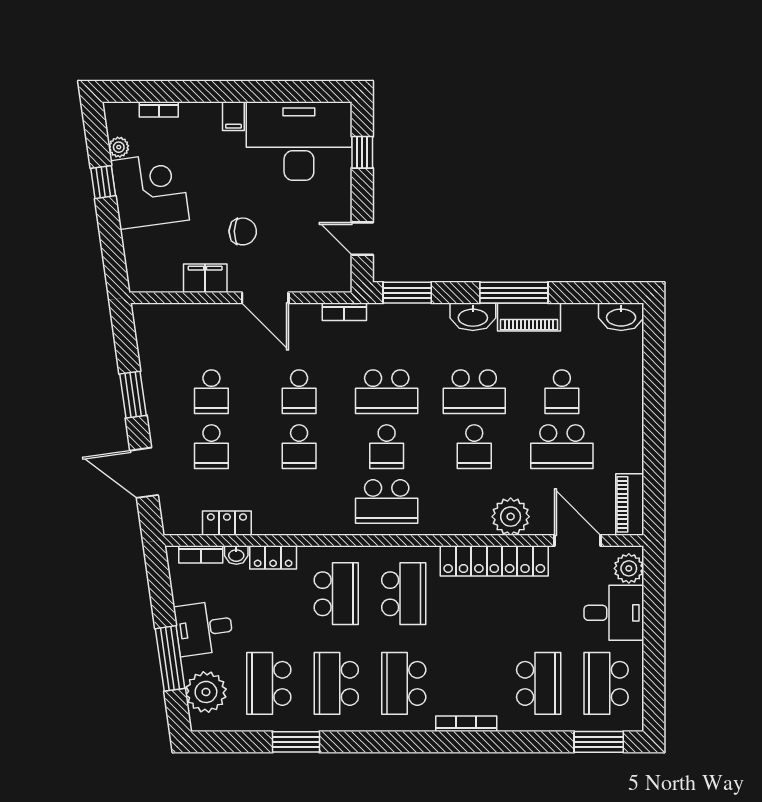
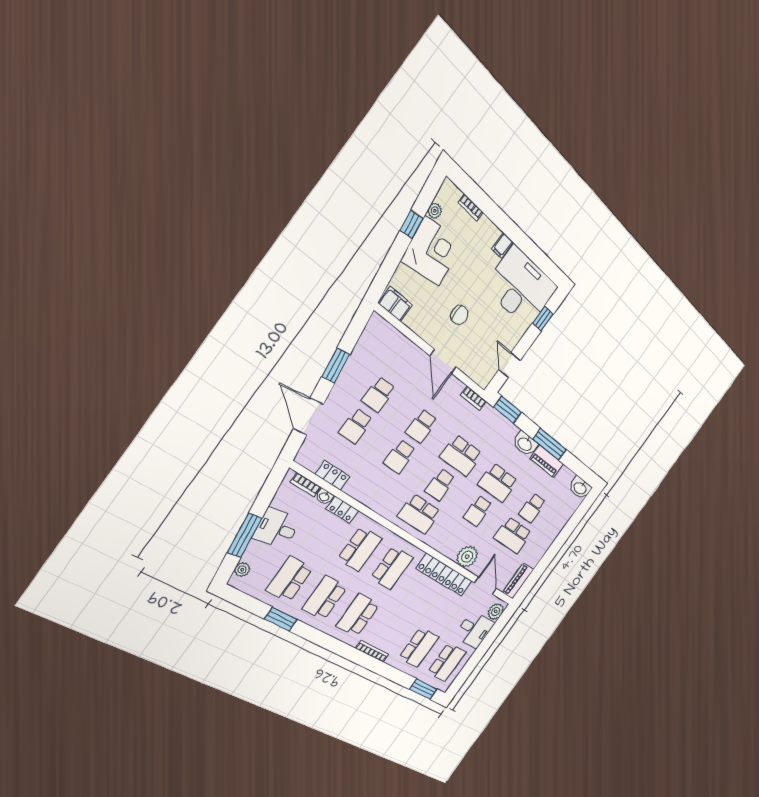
filing cabinet: (205, 278) -> (395, 304), moved
school desk: (606, 683) -> (447, 662), turned 180
plant: (206, 692) -> (242, 570), width x0.53, depth x0.53

